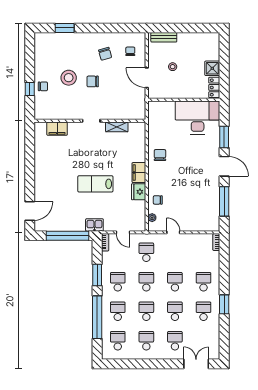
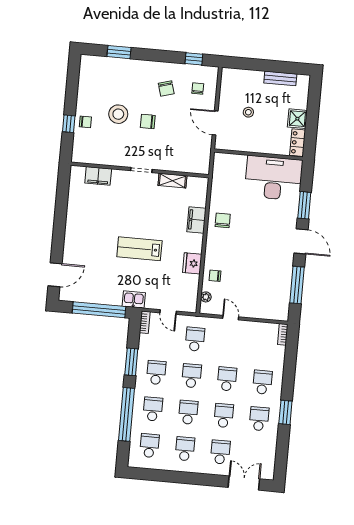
window: (125, 28) -> (194, 59), added
bench: (164, 37) -> (280, 78), moved
filing cabinet: (139, 173) -> (196, 220), moved

